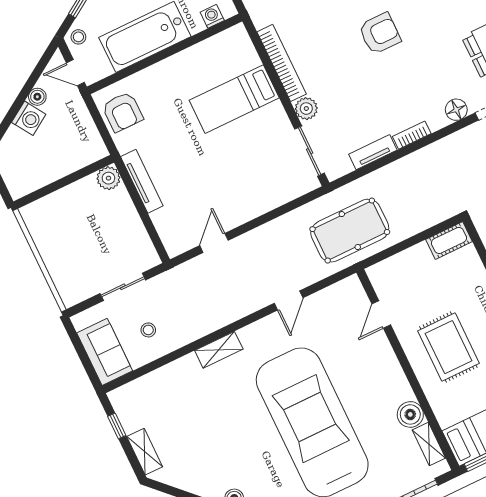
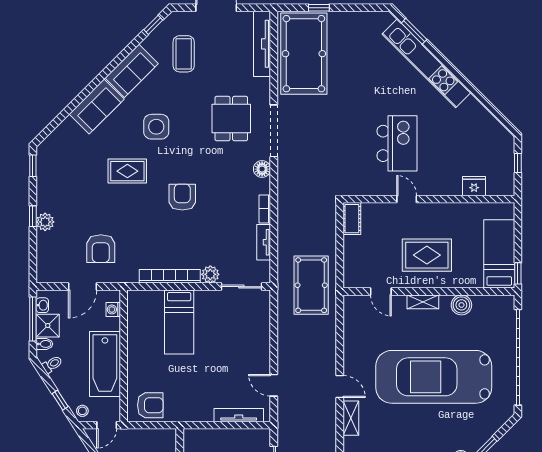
plant: (108, 178) -> (192, 438), removed
tv unit: (142, 181) -> (239, 415), moved
door: (289, 301) -> (340, 387), moved
shelving: (429, 444) -> (423, 302), moved

